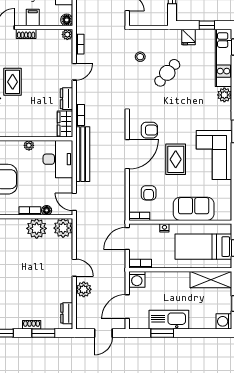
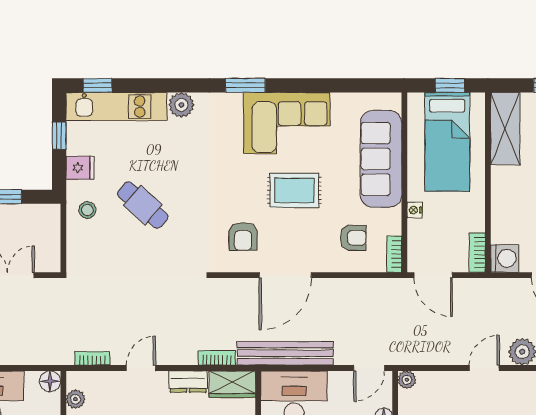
plant: (67, 34) -> (76, 399), moved
stool: (140, 57) -> (87, 210), moved
door: (74, 72) -> (141, 368), hinge flipped
armchair: (149, 130) -> (243, 236), turned 180
door: (127, 154) -> (285, 275), swing flipped
sofa: (194, 209) -> (381, 159), width x1.36
plant: (63, 228) -> (407, 380), width x0.53, depth x0.53

